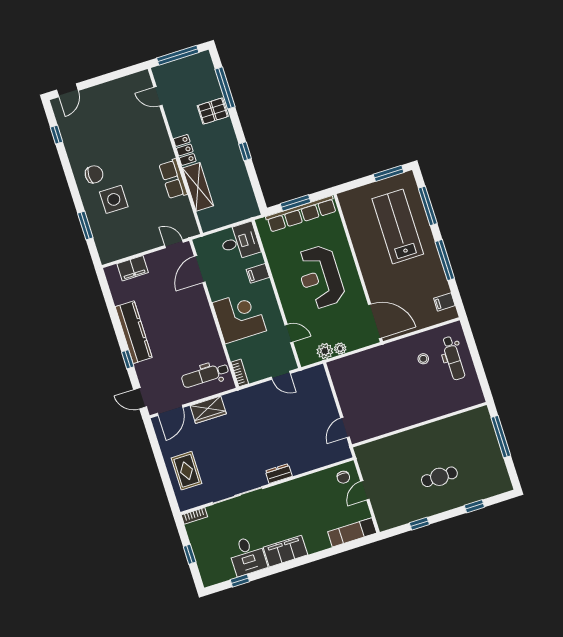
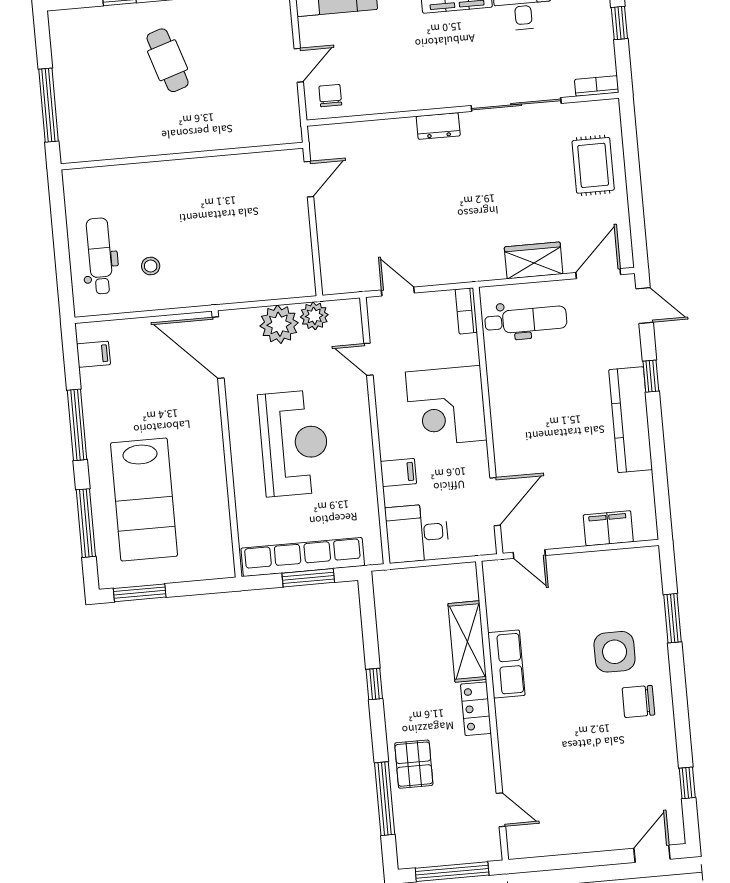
pallet: (213, 111) -> (414, 764), turned 90
plant: (340, 349) -> (279, 324), width x1.87, depth x1.87
cafe table: (439, 477) -> (168, 60), turned 72

